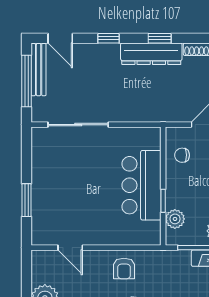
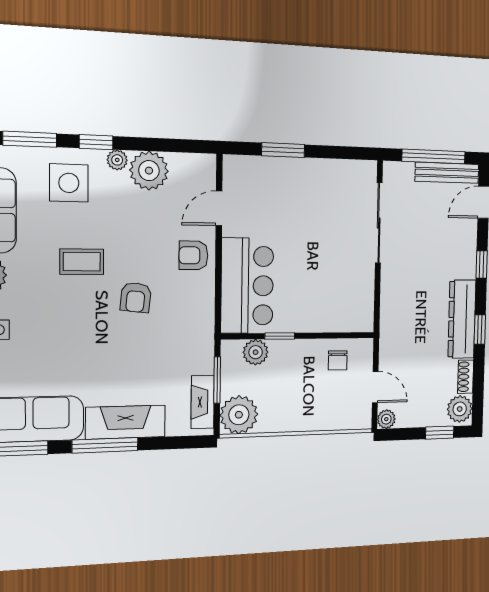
chair: (182, 155) -> (338, 360), turned 180
bar counter: (142, 185) -> (247, 286), moved, turned 90
armchair: (124, 269) -> (193, 255), moved

